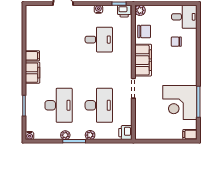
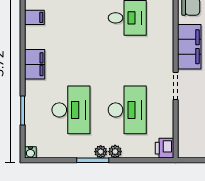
filing cabinet: (32, 56) -> (34, 17), moved
plant: (65, 135) -> (101, 152), moved

